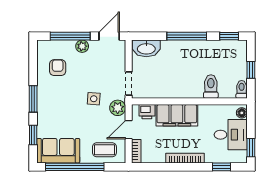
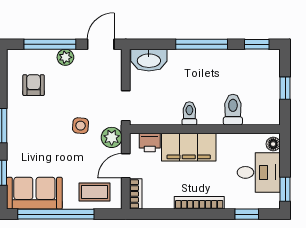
toilet: (242, 89) -> (189, 113), moved

